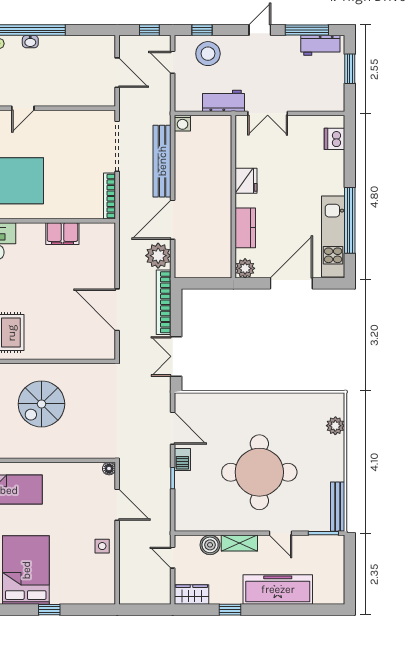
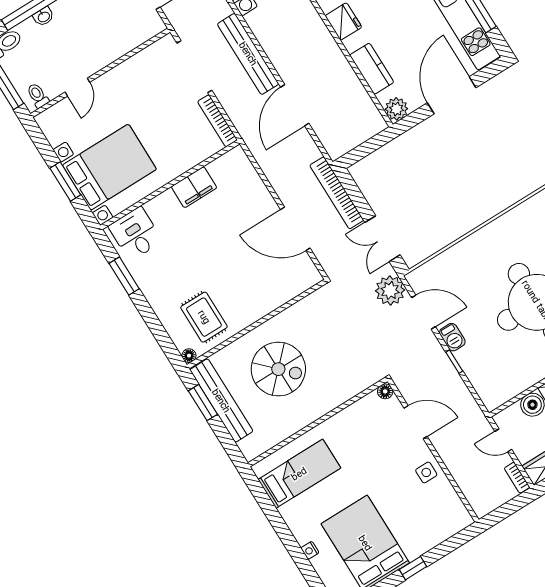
plant: (158, 256) -> (390, 290), moved
spiral stairs: (41, 404) -> (278, 369), turned -90
bookcase: (166, 591) -> (517, 478), added

